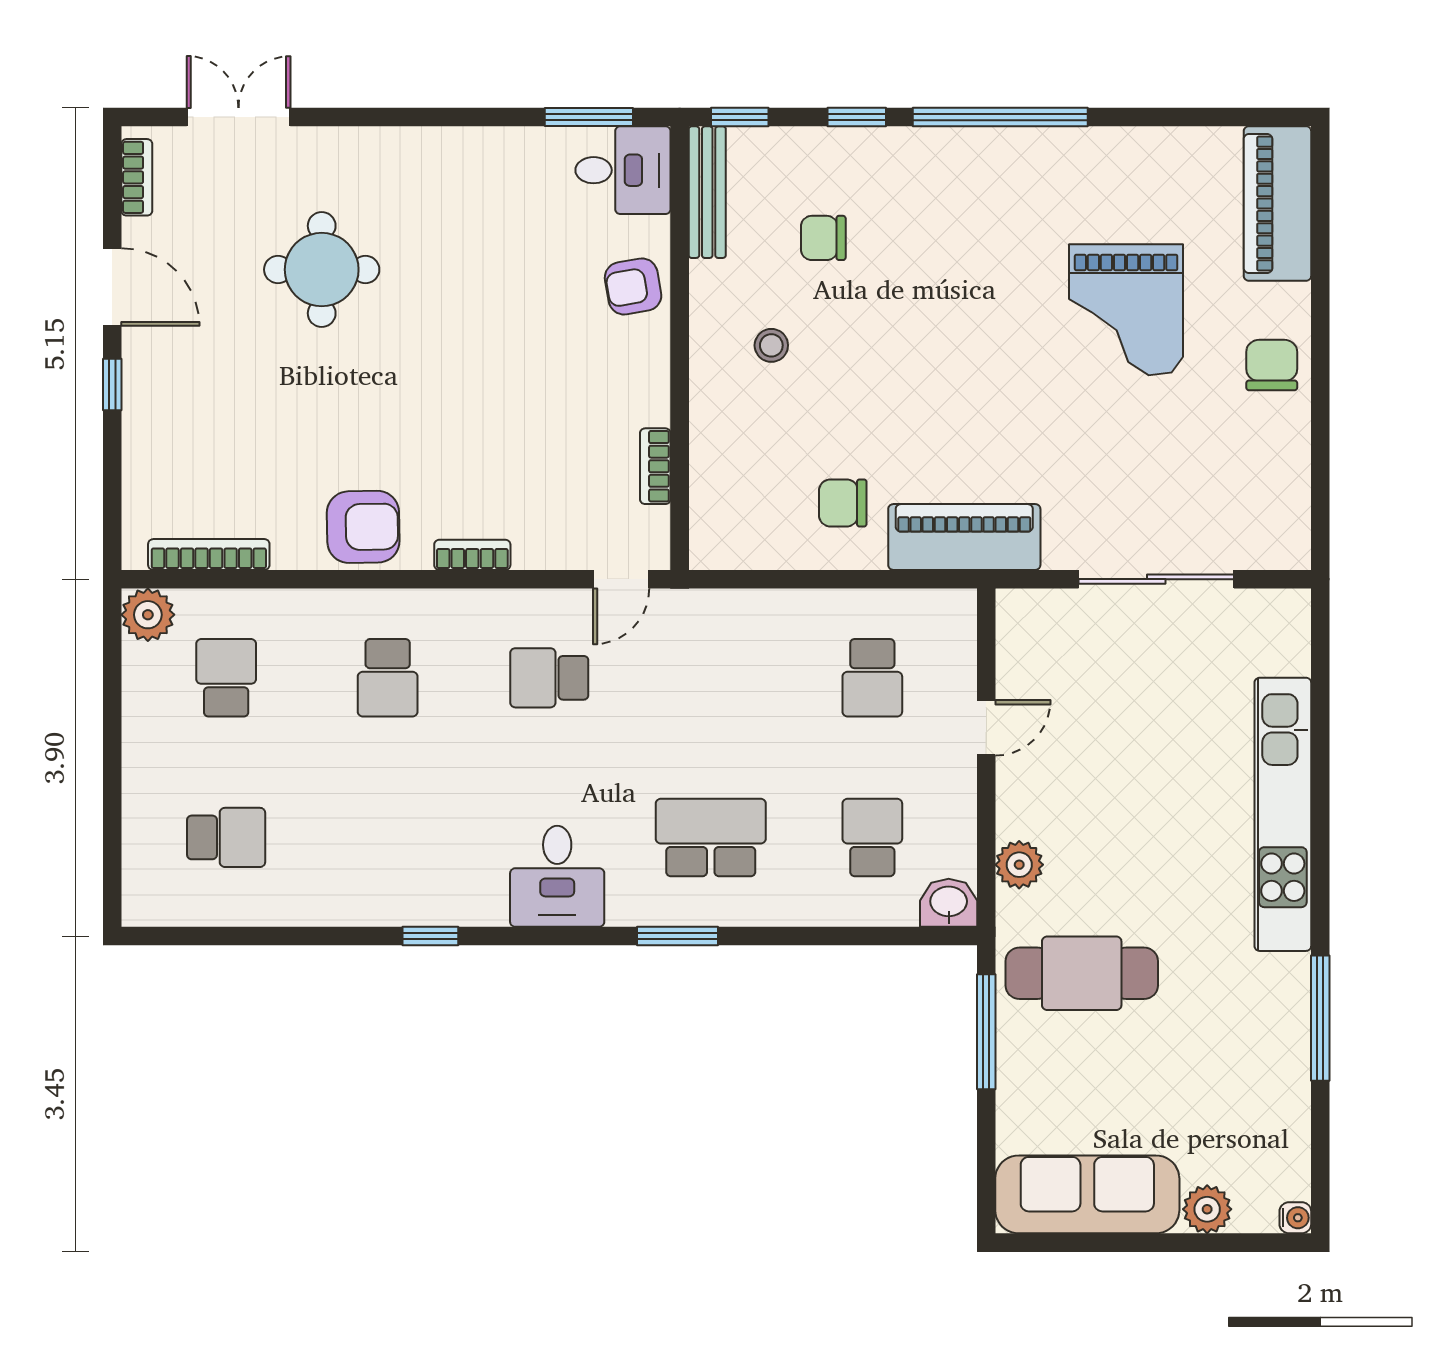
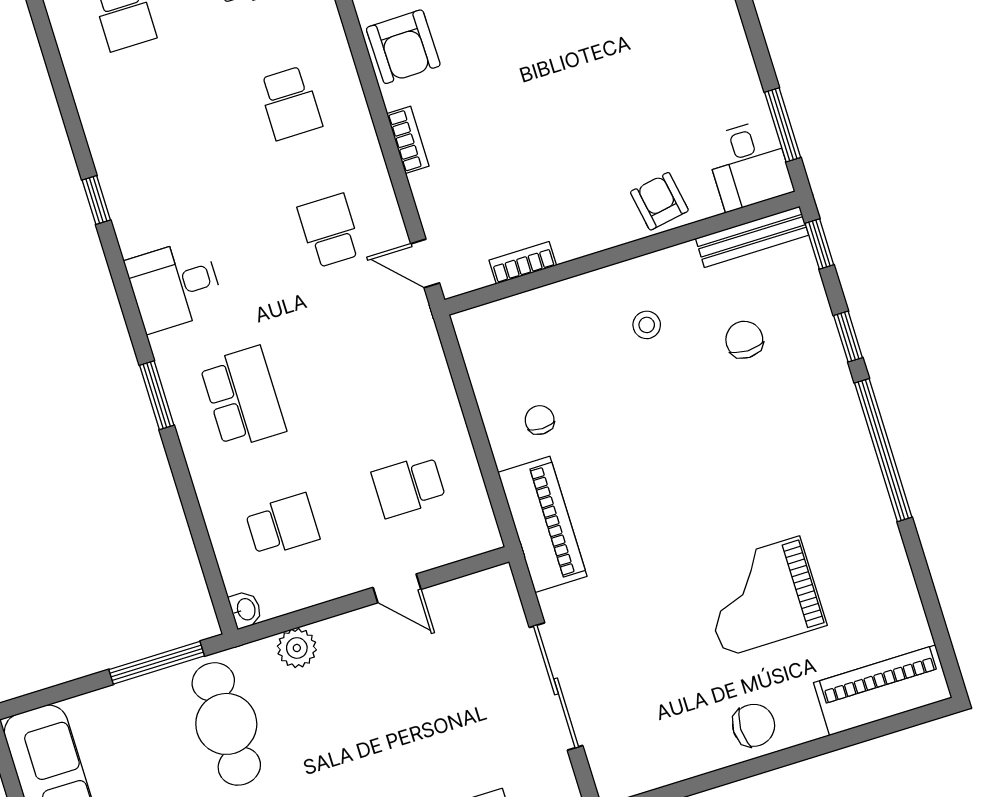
chair: (843, 503) -> (540, 420), width x0.73, depth x0.73
school desk: (388, 678) -> (290, 103), turned -90
washbasin: (949, 903) -> (245, 609), width x0.72, depth x0.69

